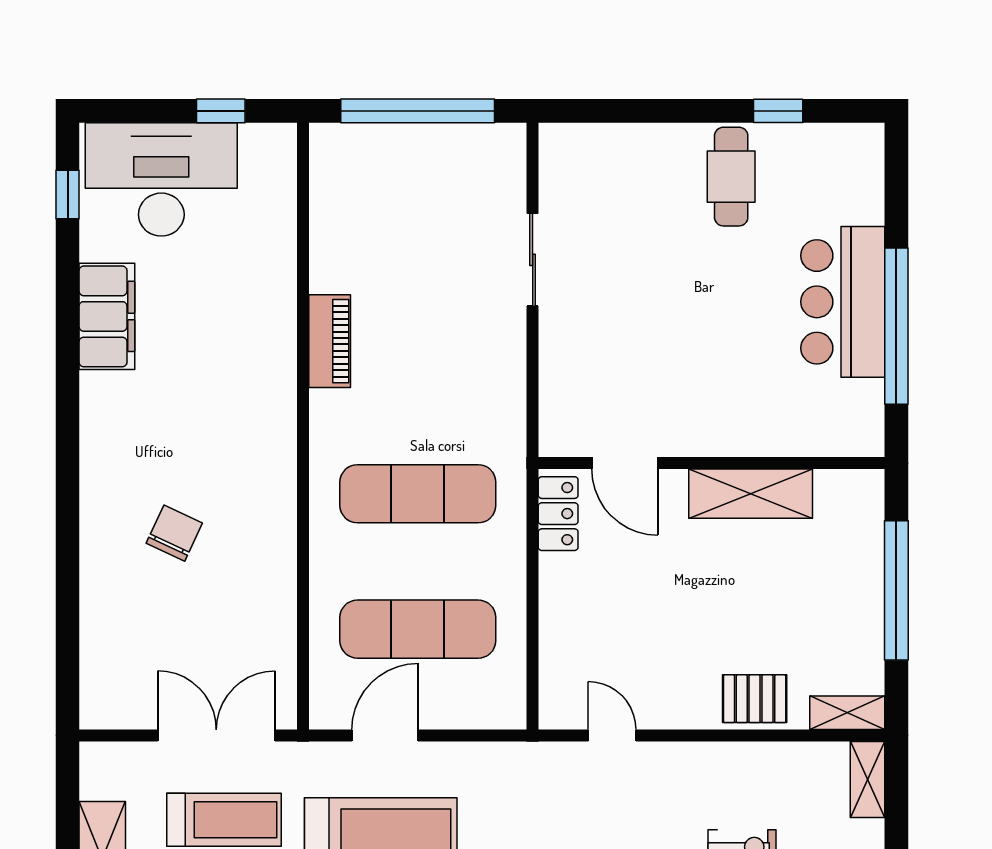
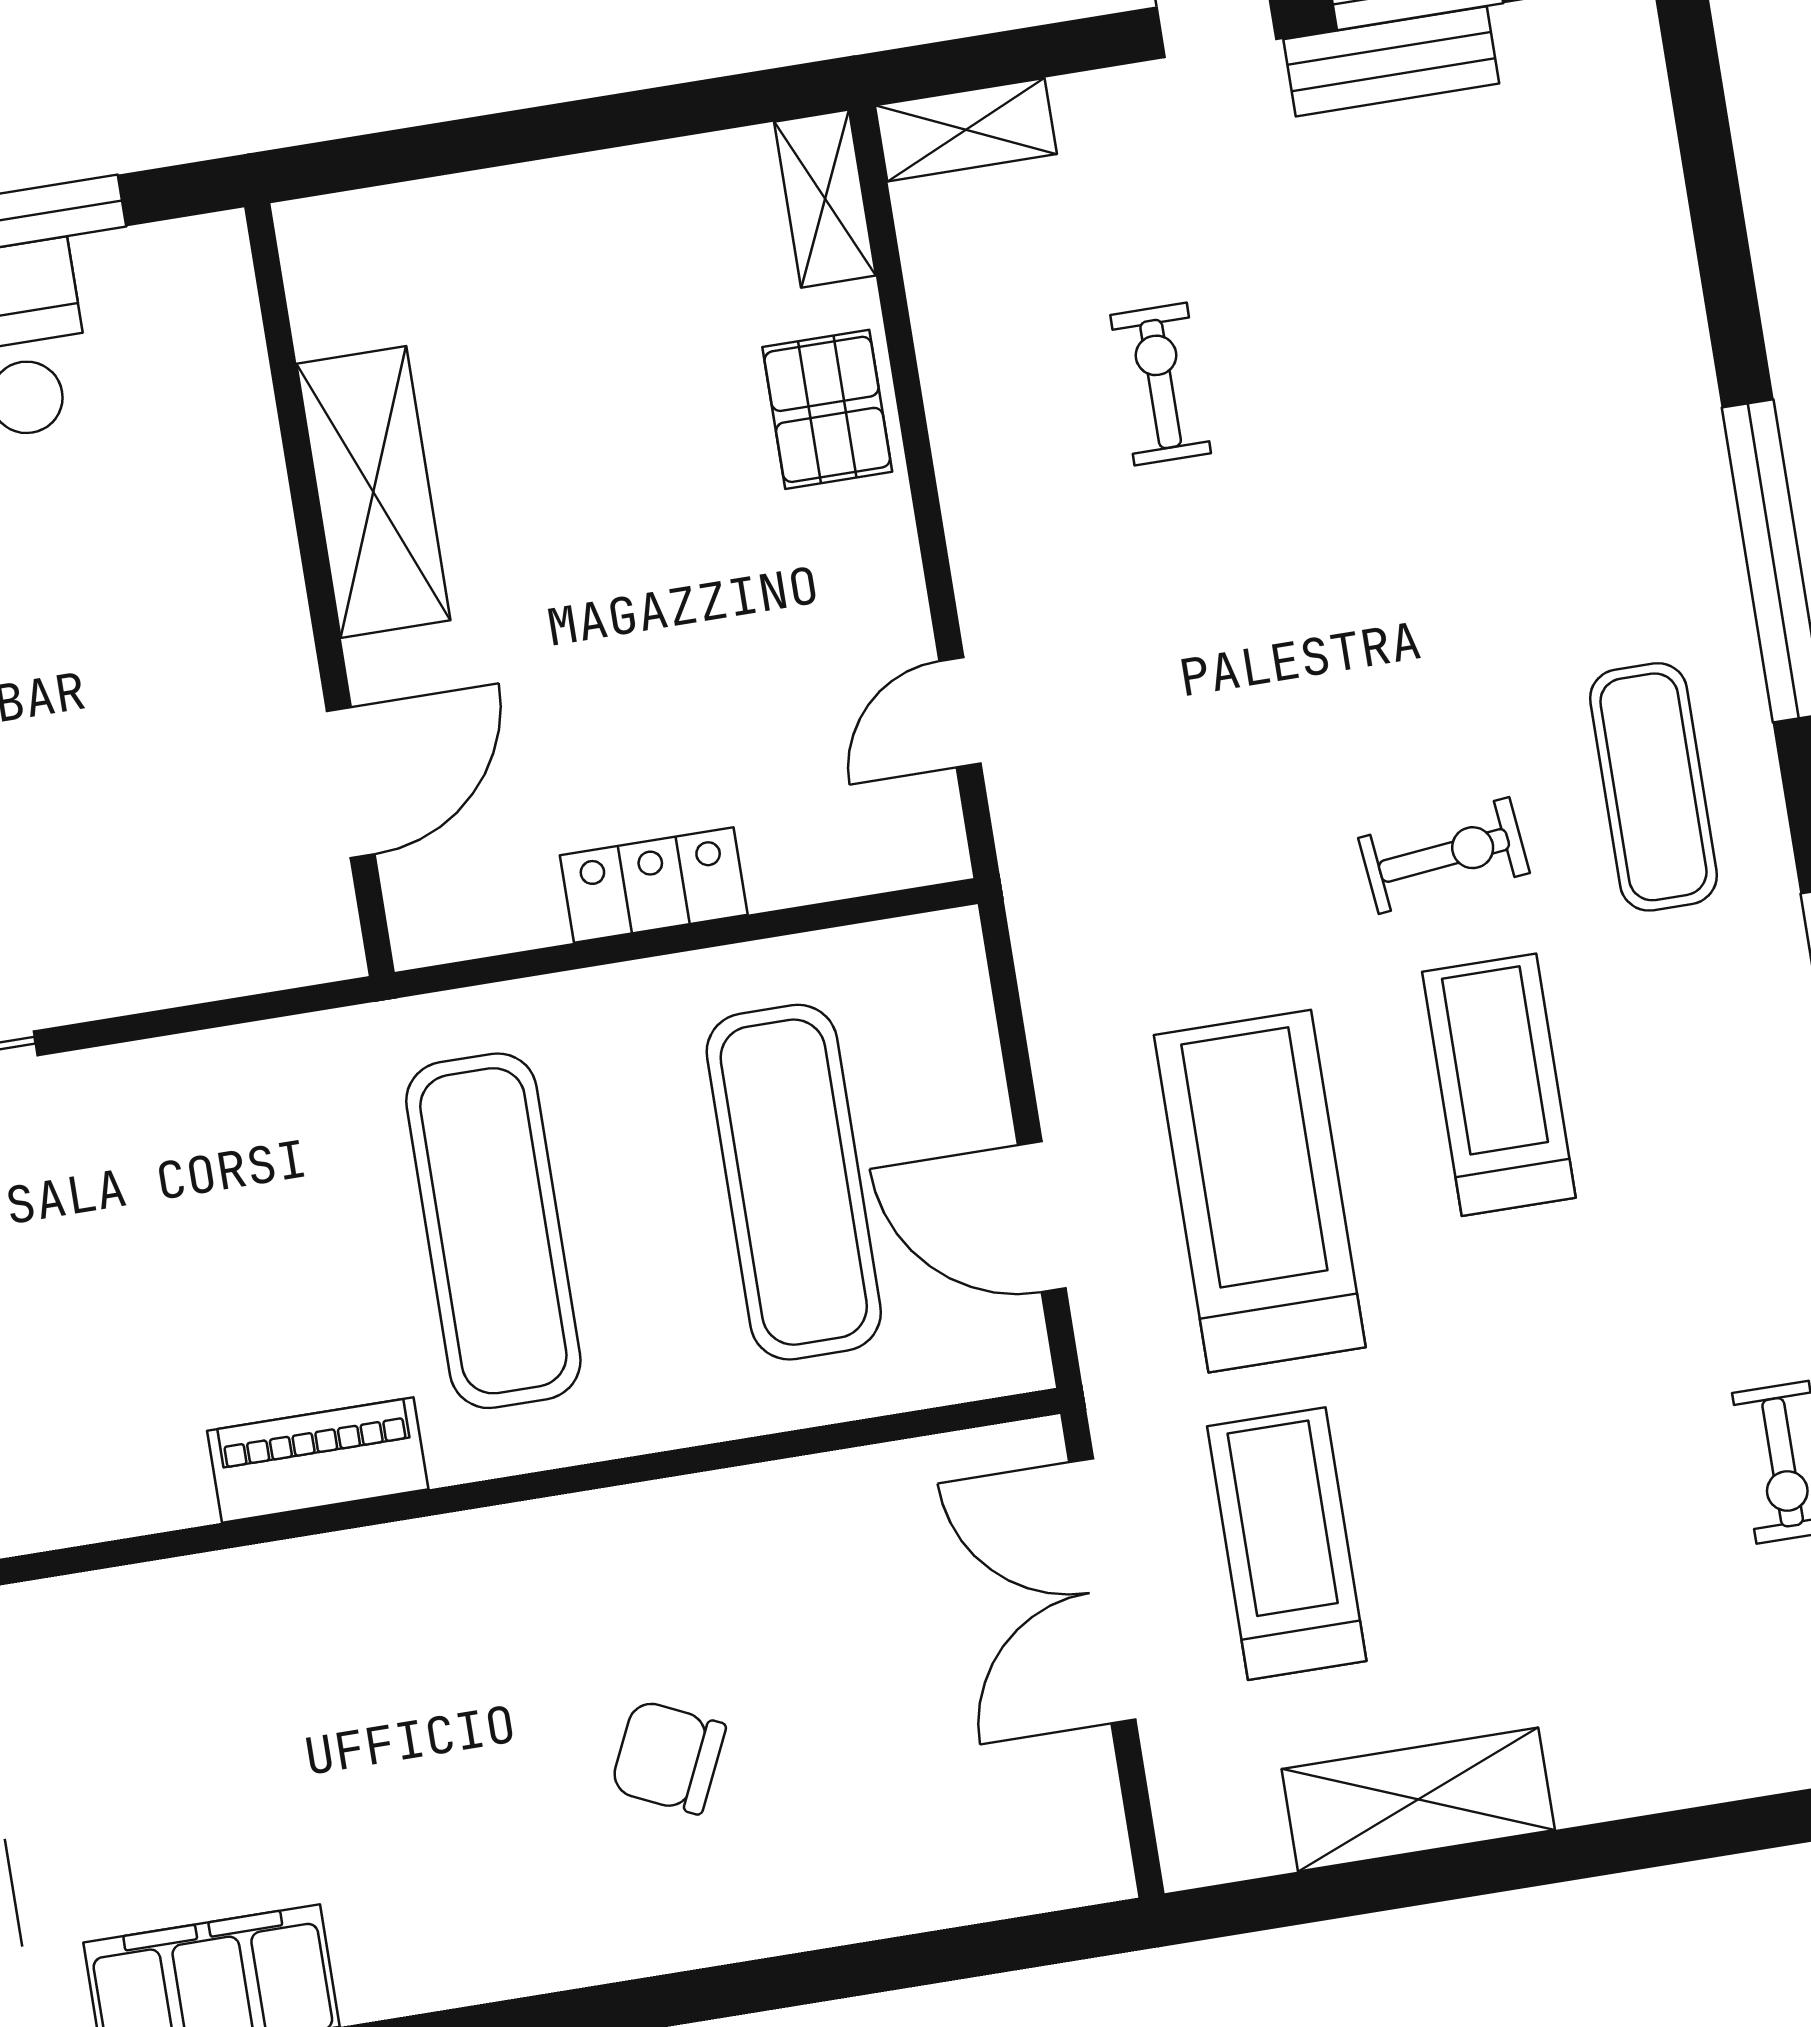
piano: (330, 341) -> (318, 1460), moved
locker: (558, 514) -> (654, 885), moved
window: (896, 590) -> (536, 134), removed

